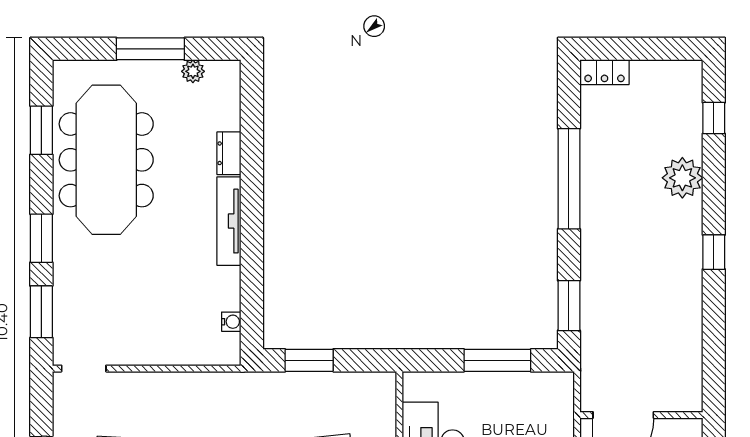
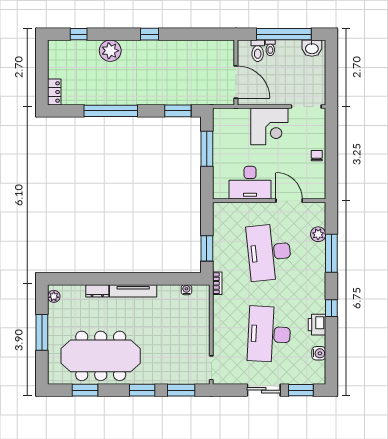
plant: (193, 71) -> (54, 296), moved
bookcase: (243, 380) -> (217, 283), added

